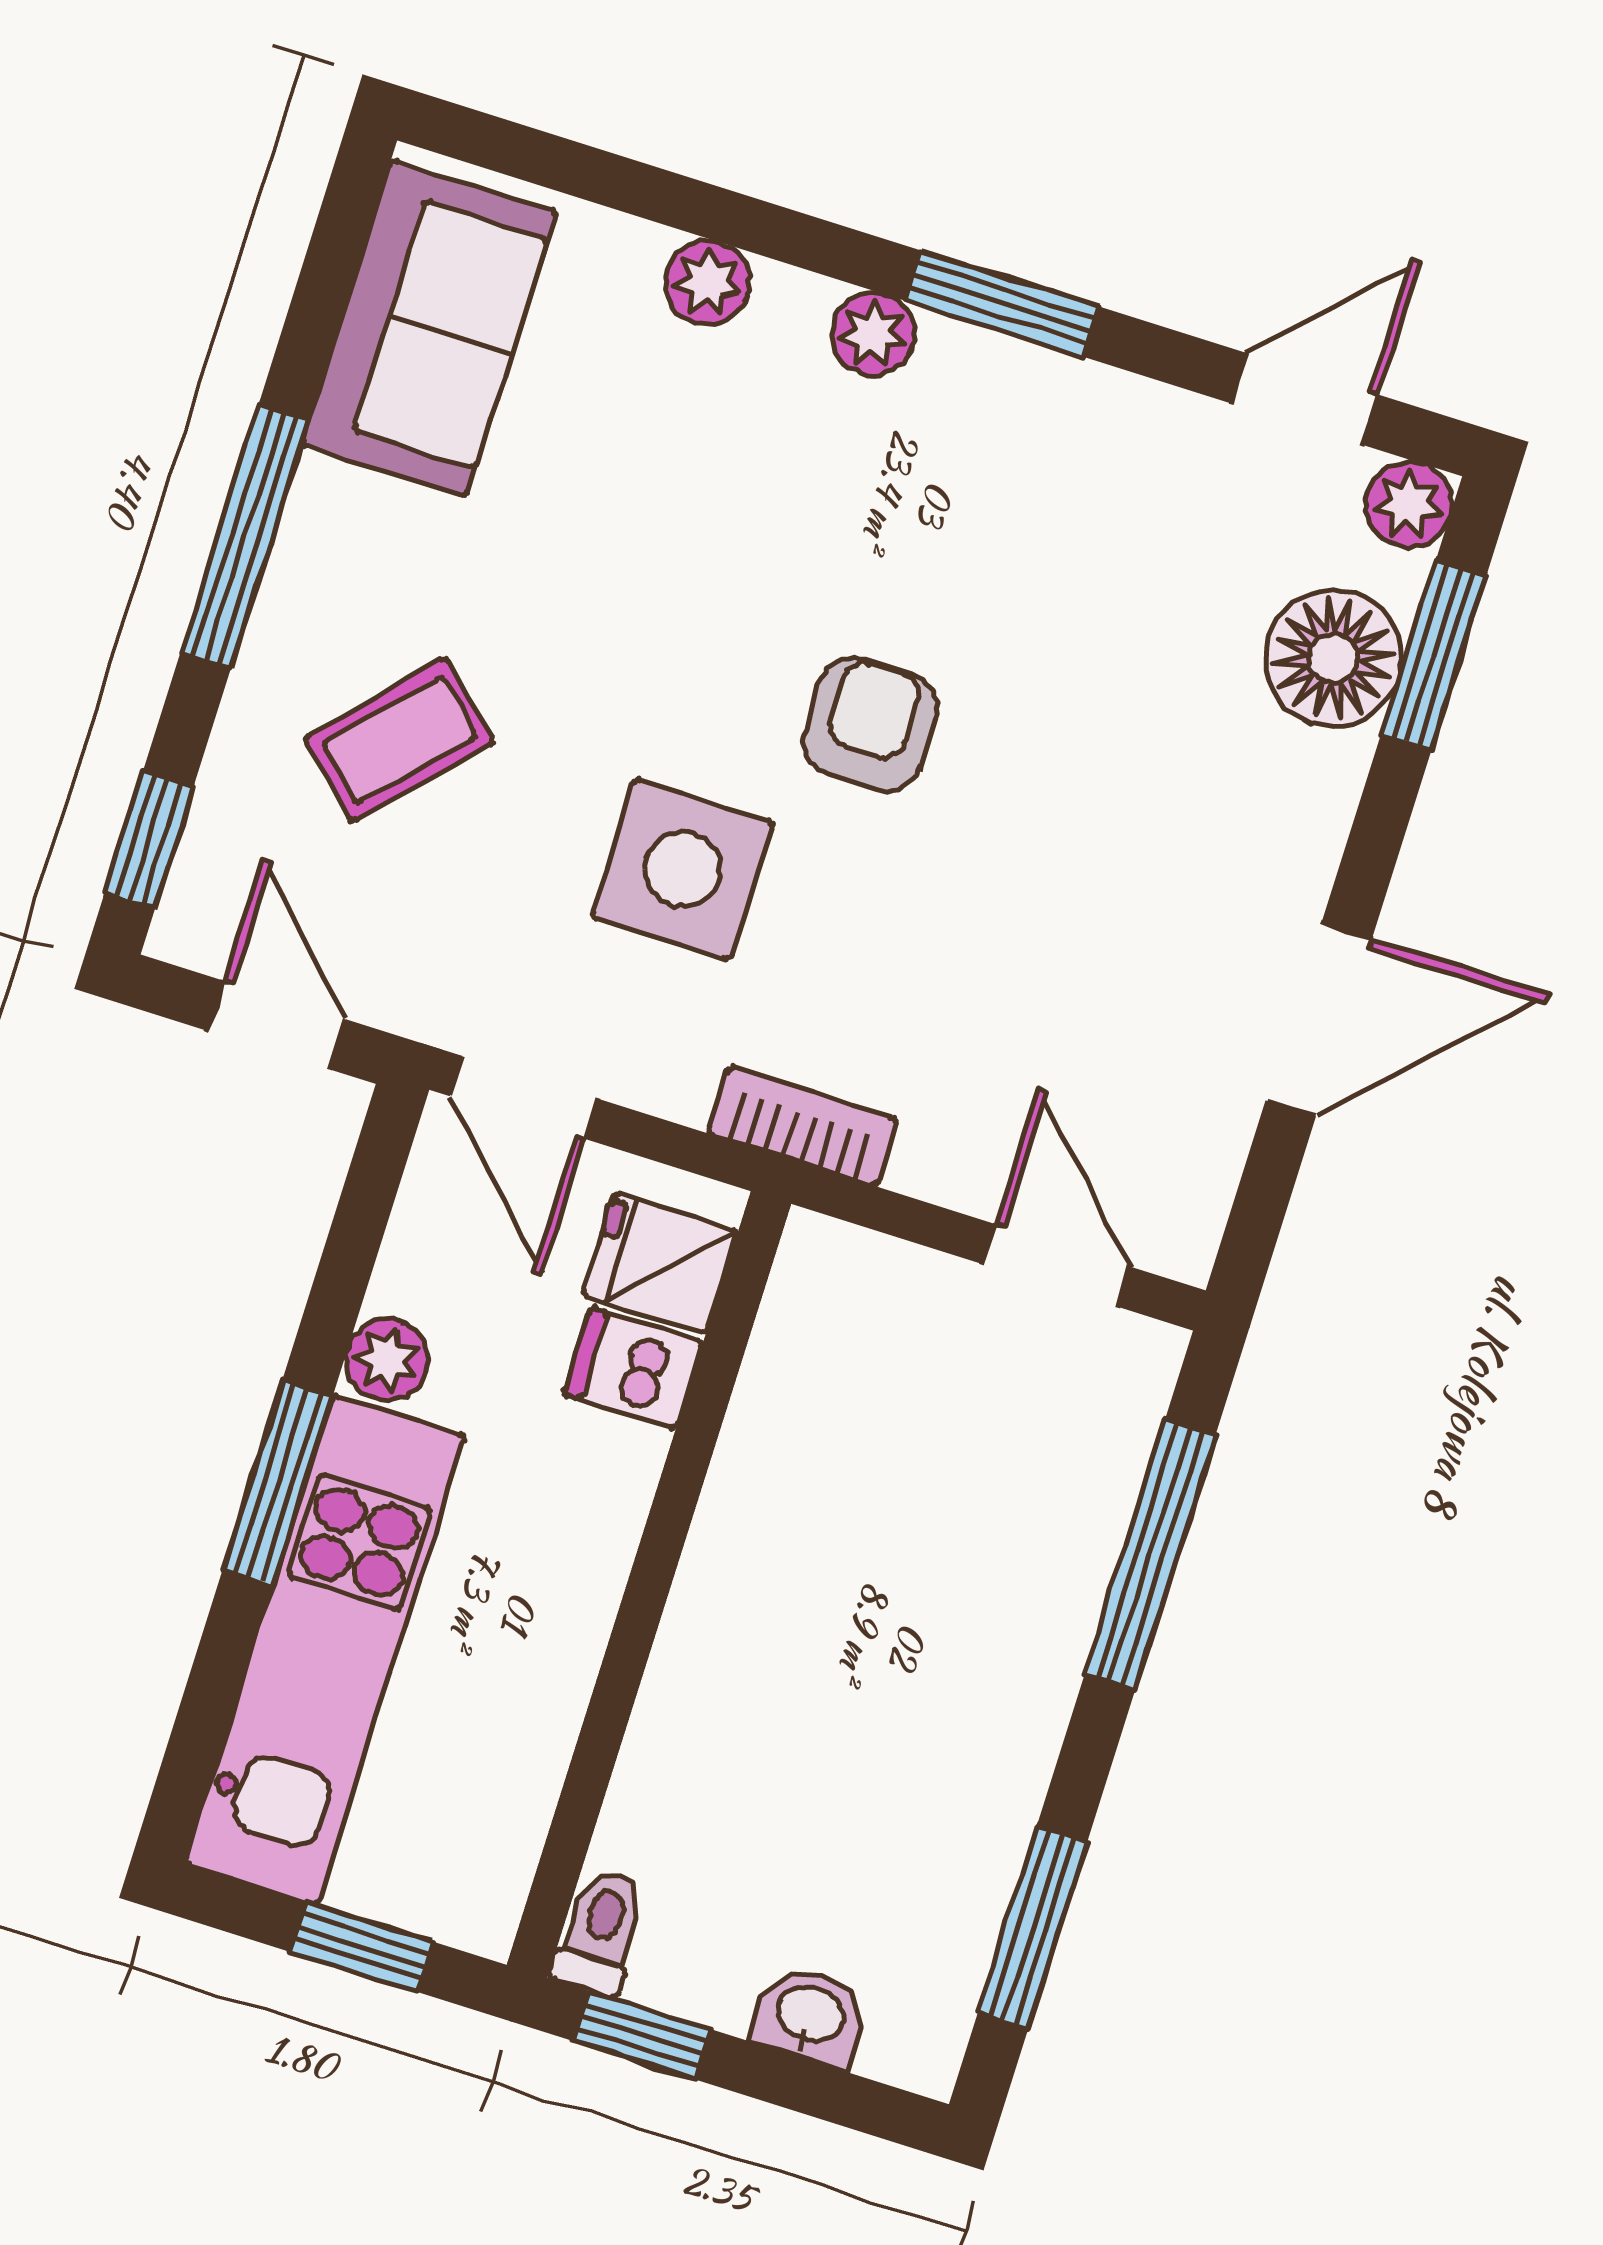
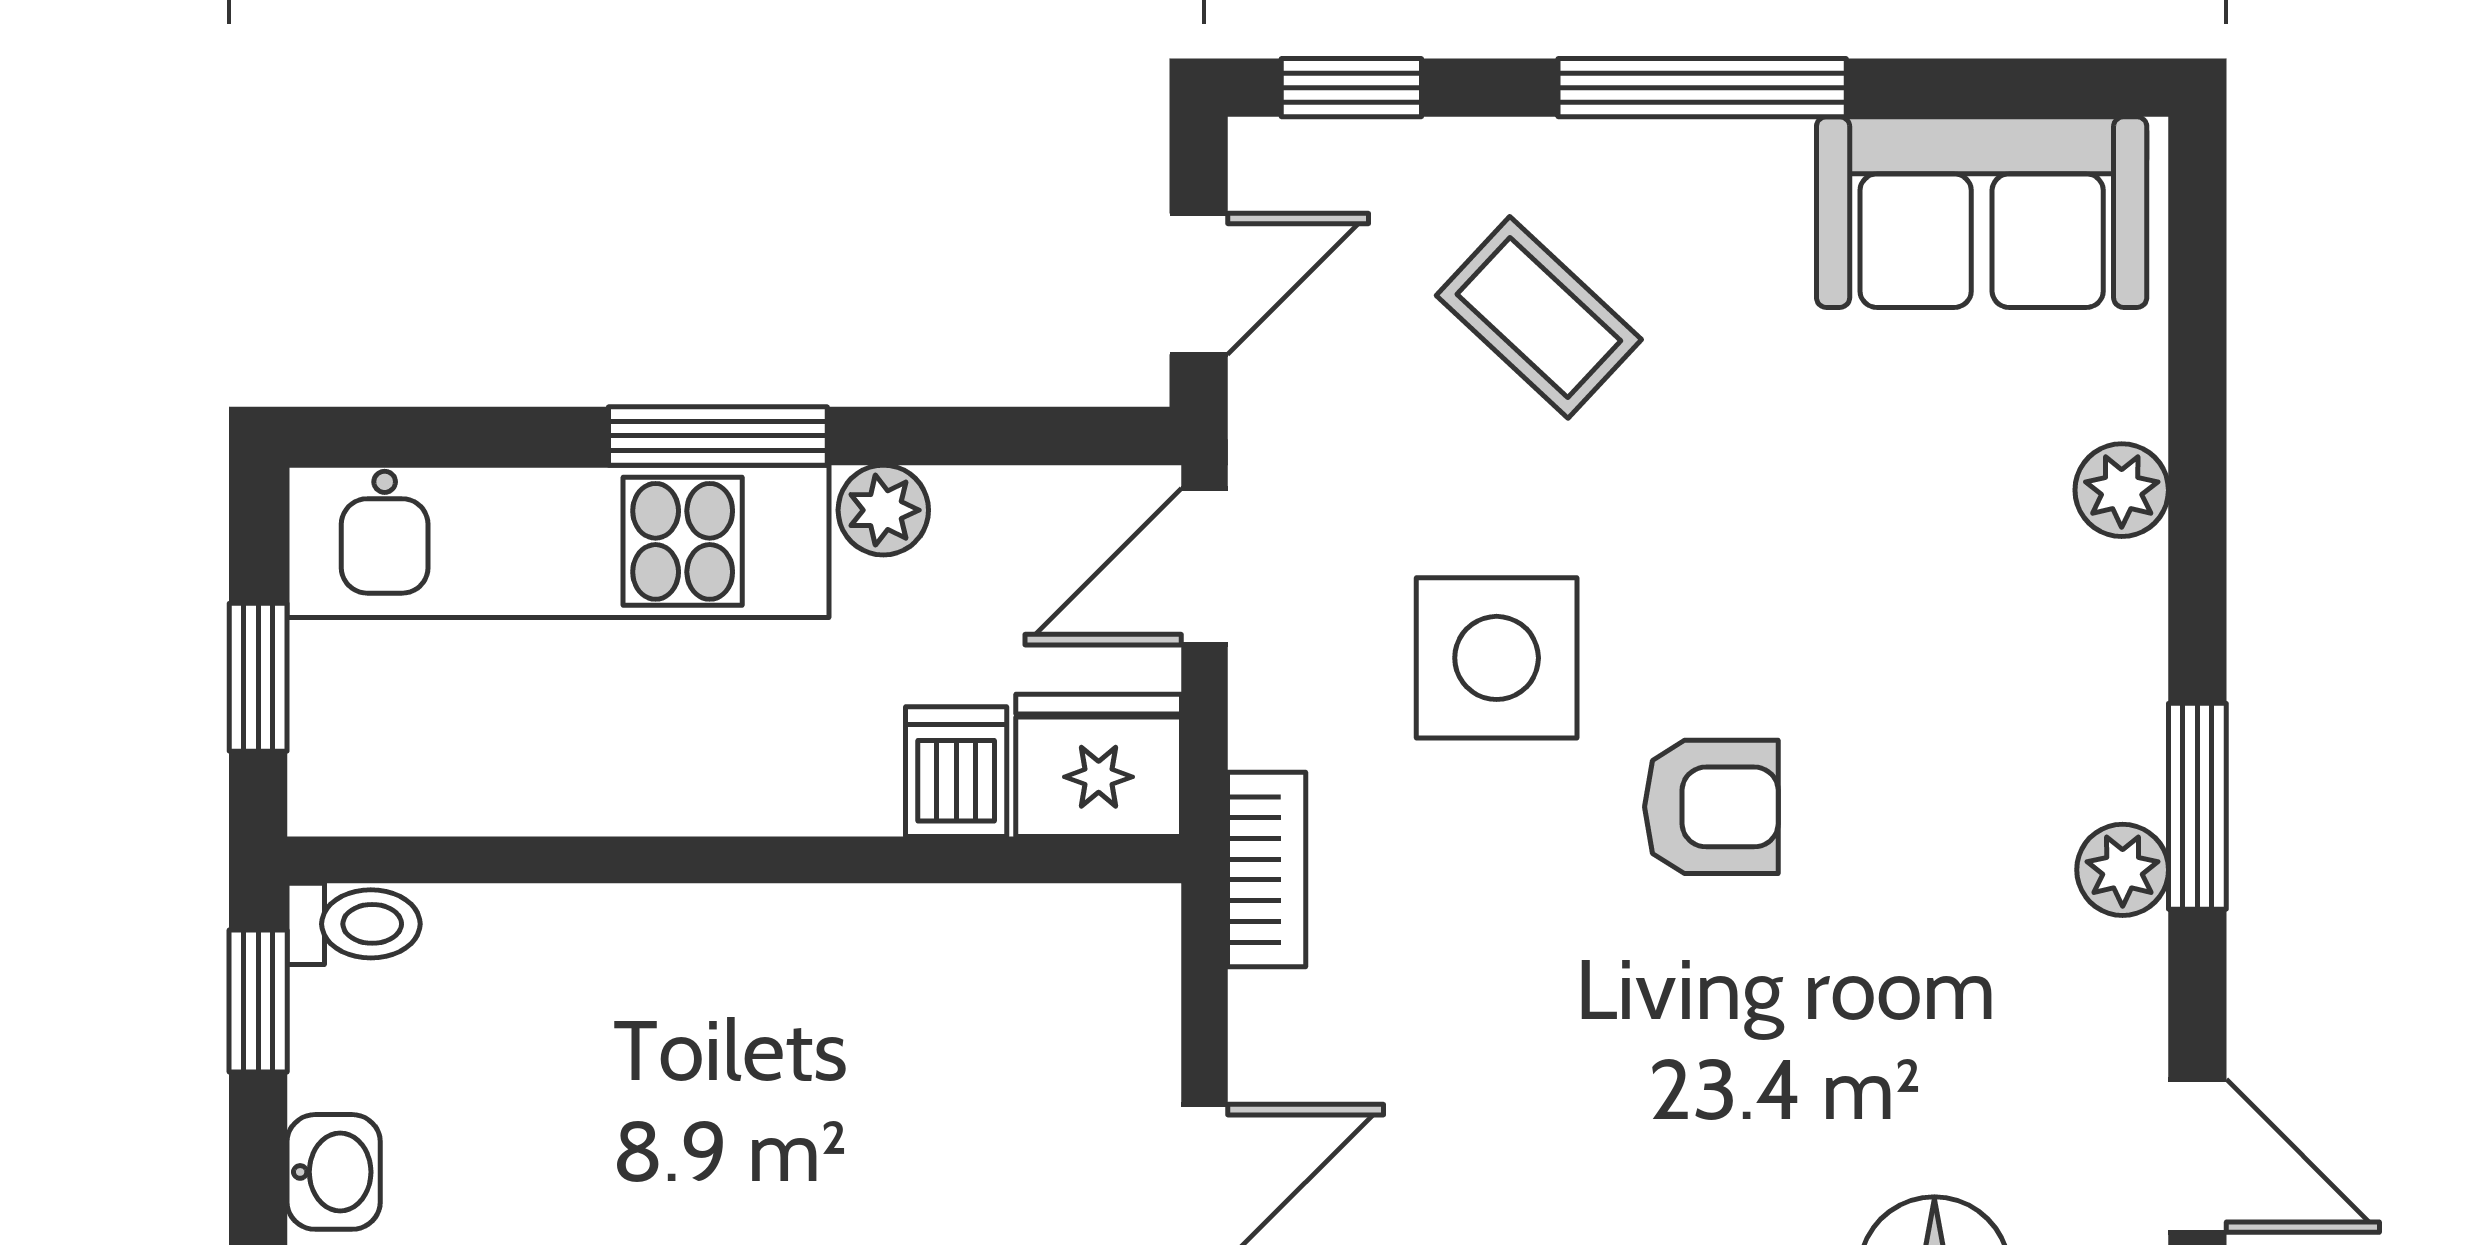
plant: (873, 334) -> (2123, 870), moved
fridge: (660, 1263) -> (1099, 765), width x1.38

